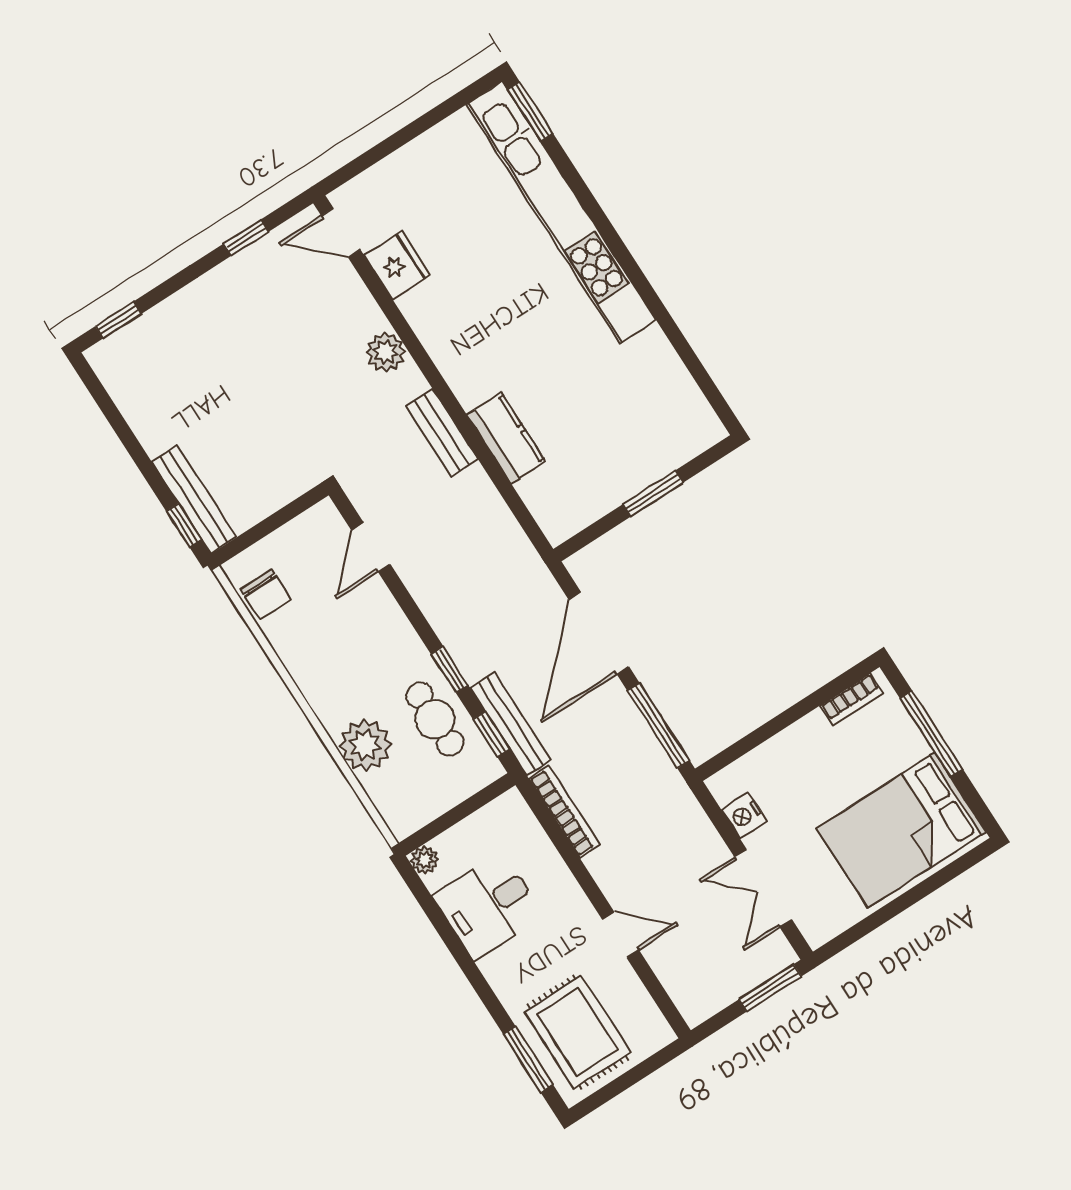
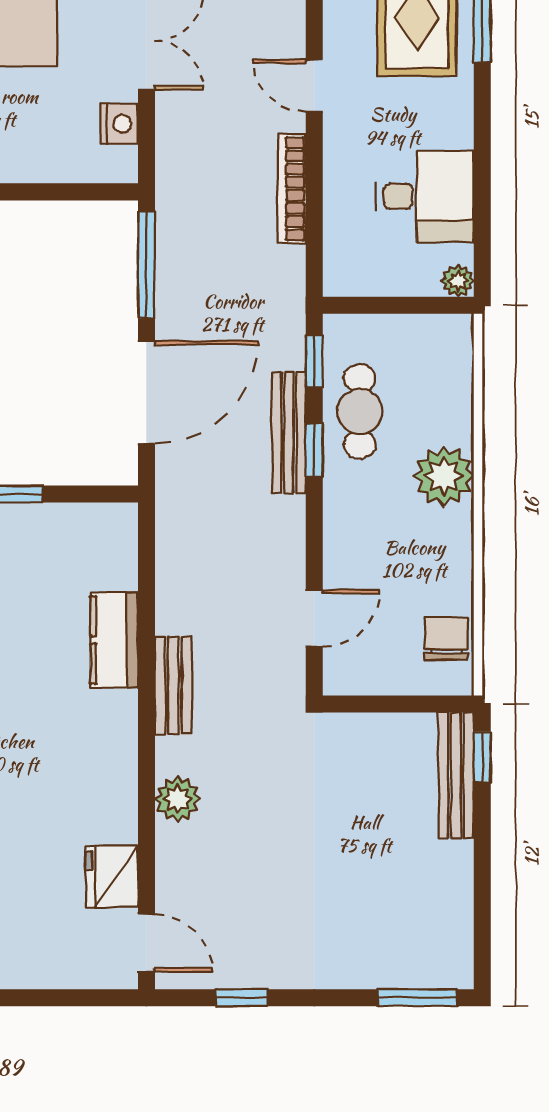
window: (118, 320) -> (417, 998), width x1.50
bench: (511, 724) -> (289, 433), moved
plant: (365, 745) -> (444, 476), moved
bookcase: (564, 811) -> (292, 189), moved

